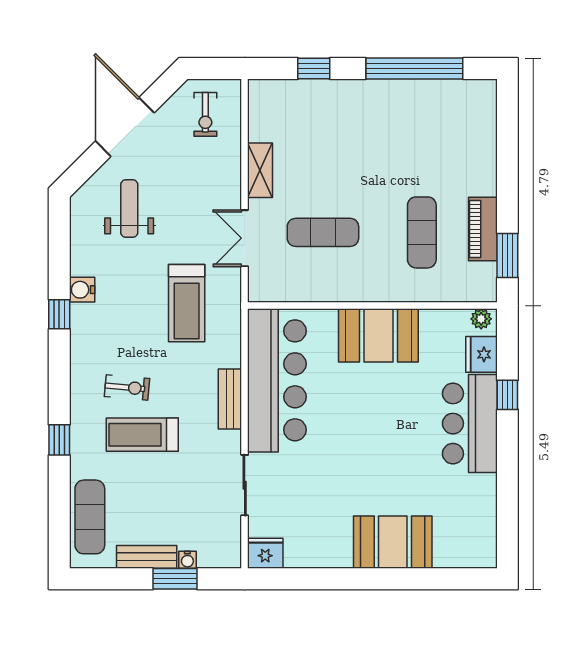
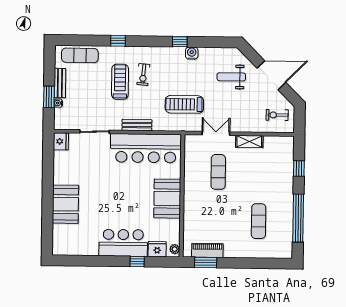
weight bench: (129, 209) -> (231, 77), turned 180
piano: (483, 229) -> (207, 250), moved
exercise mat: (422, 232) -> (259, 221), moved, turned 90

